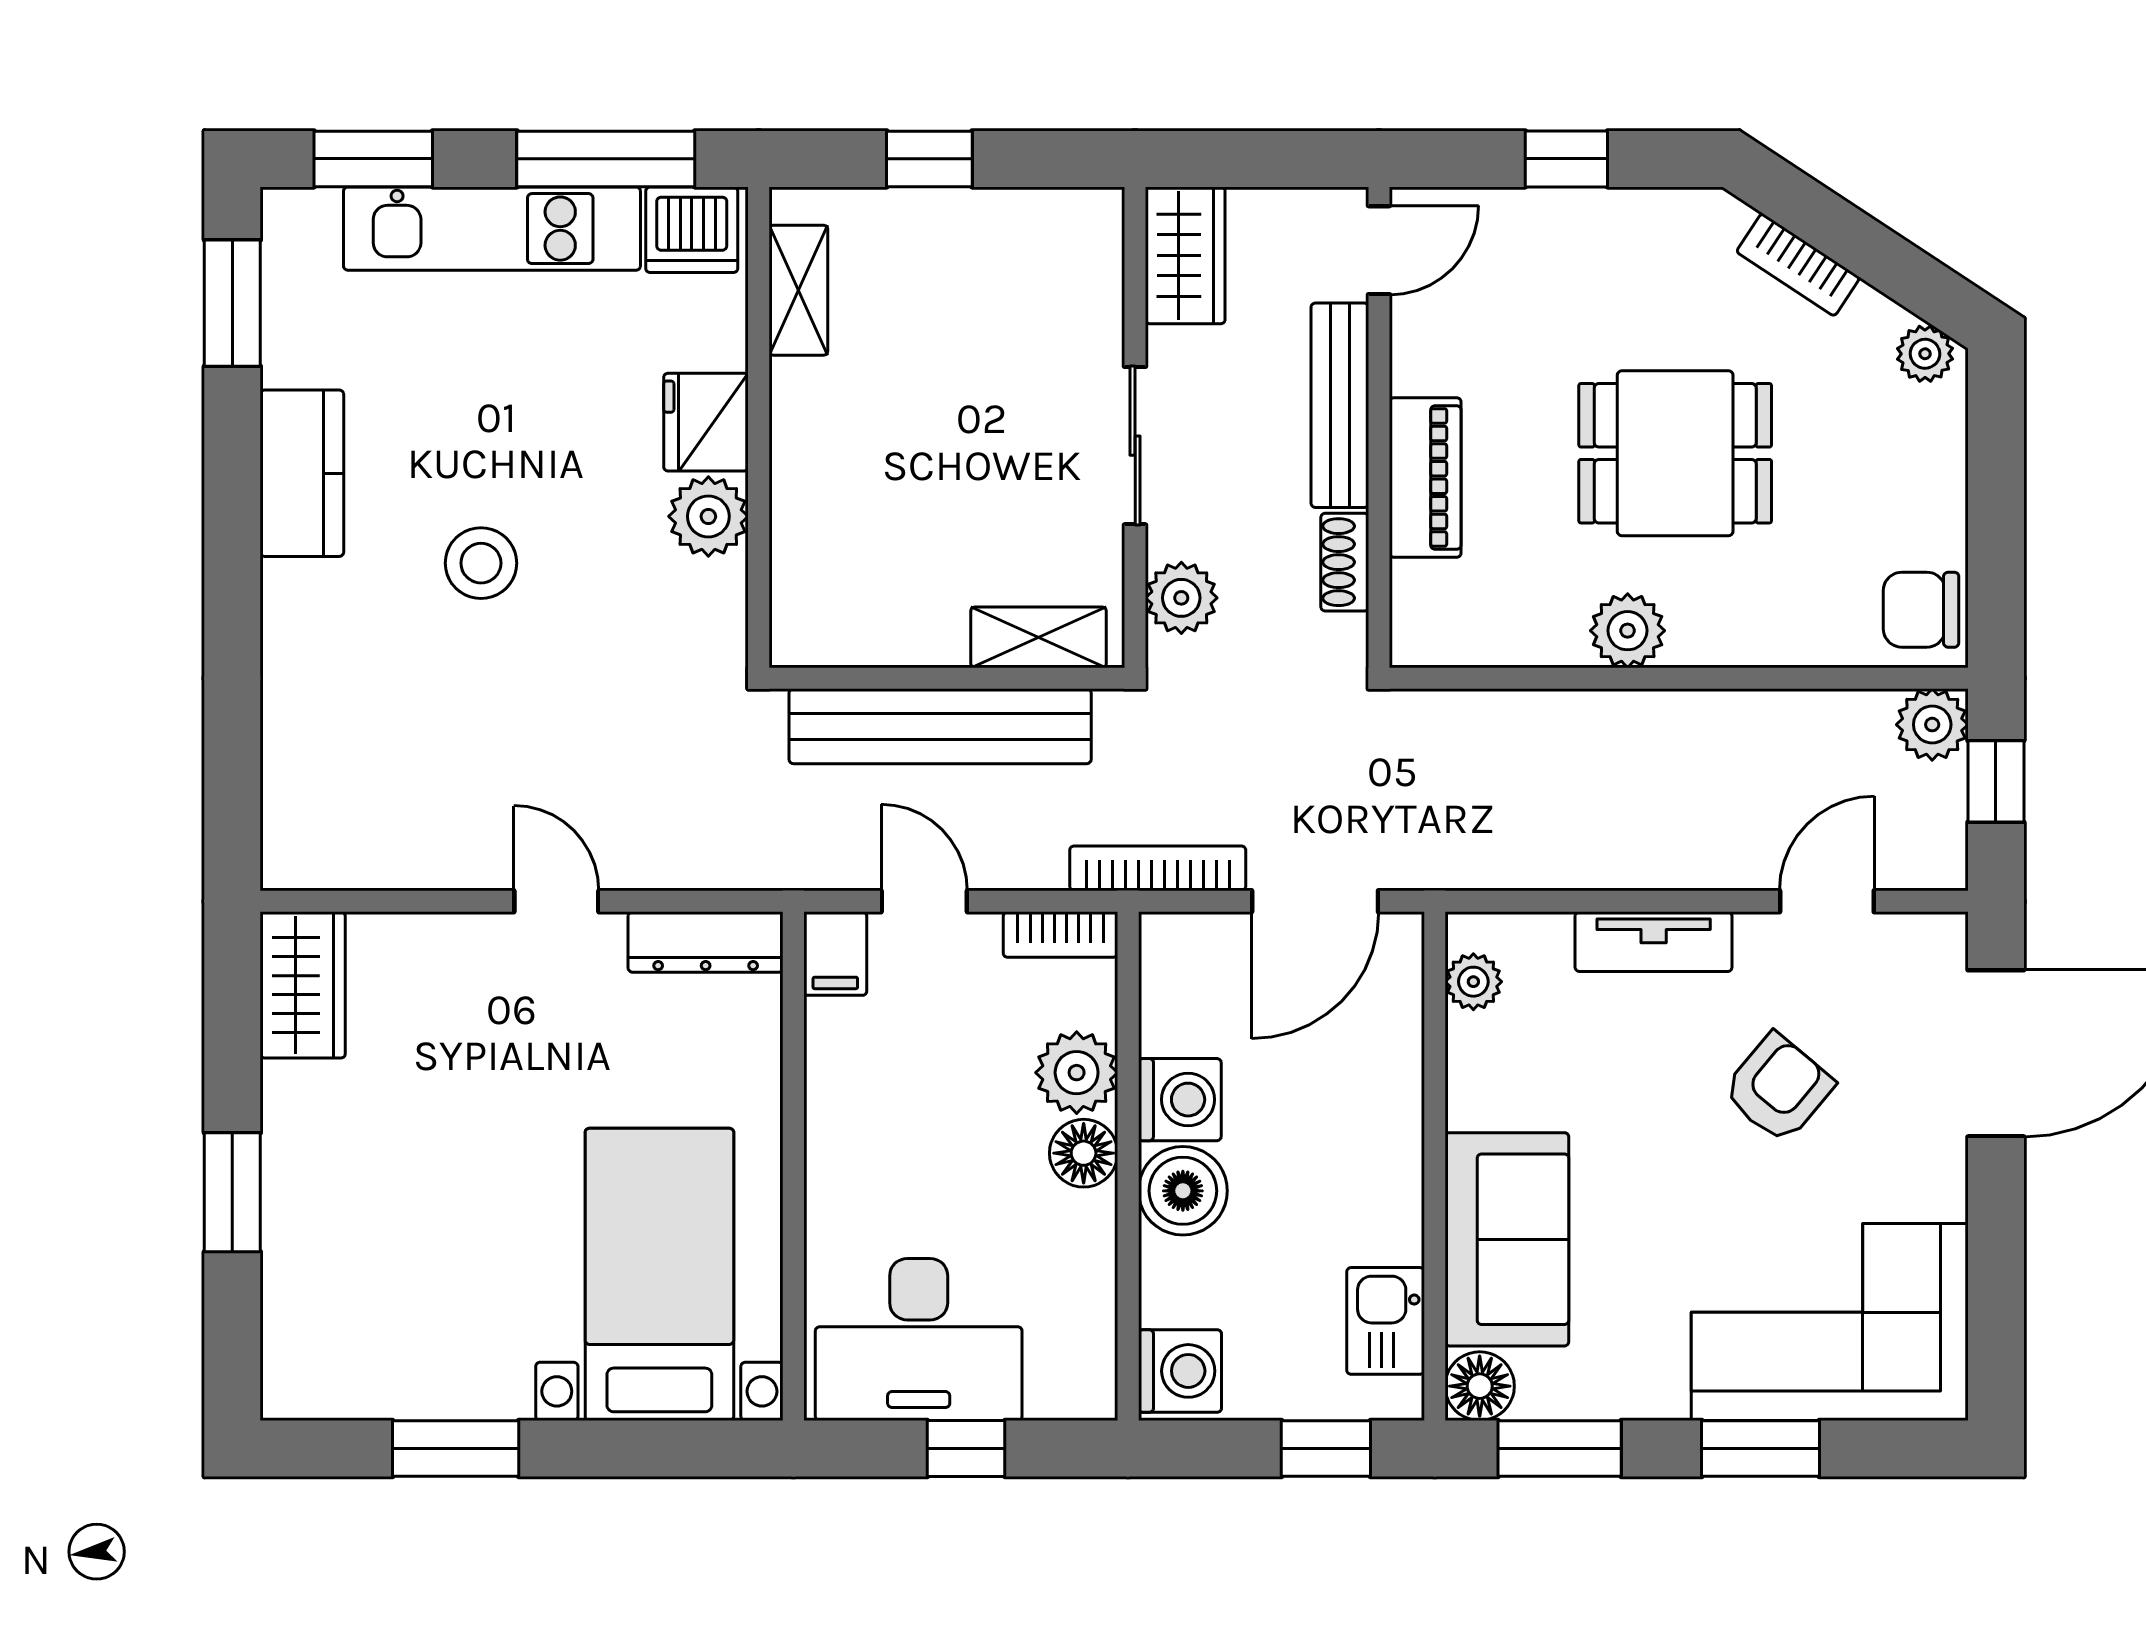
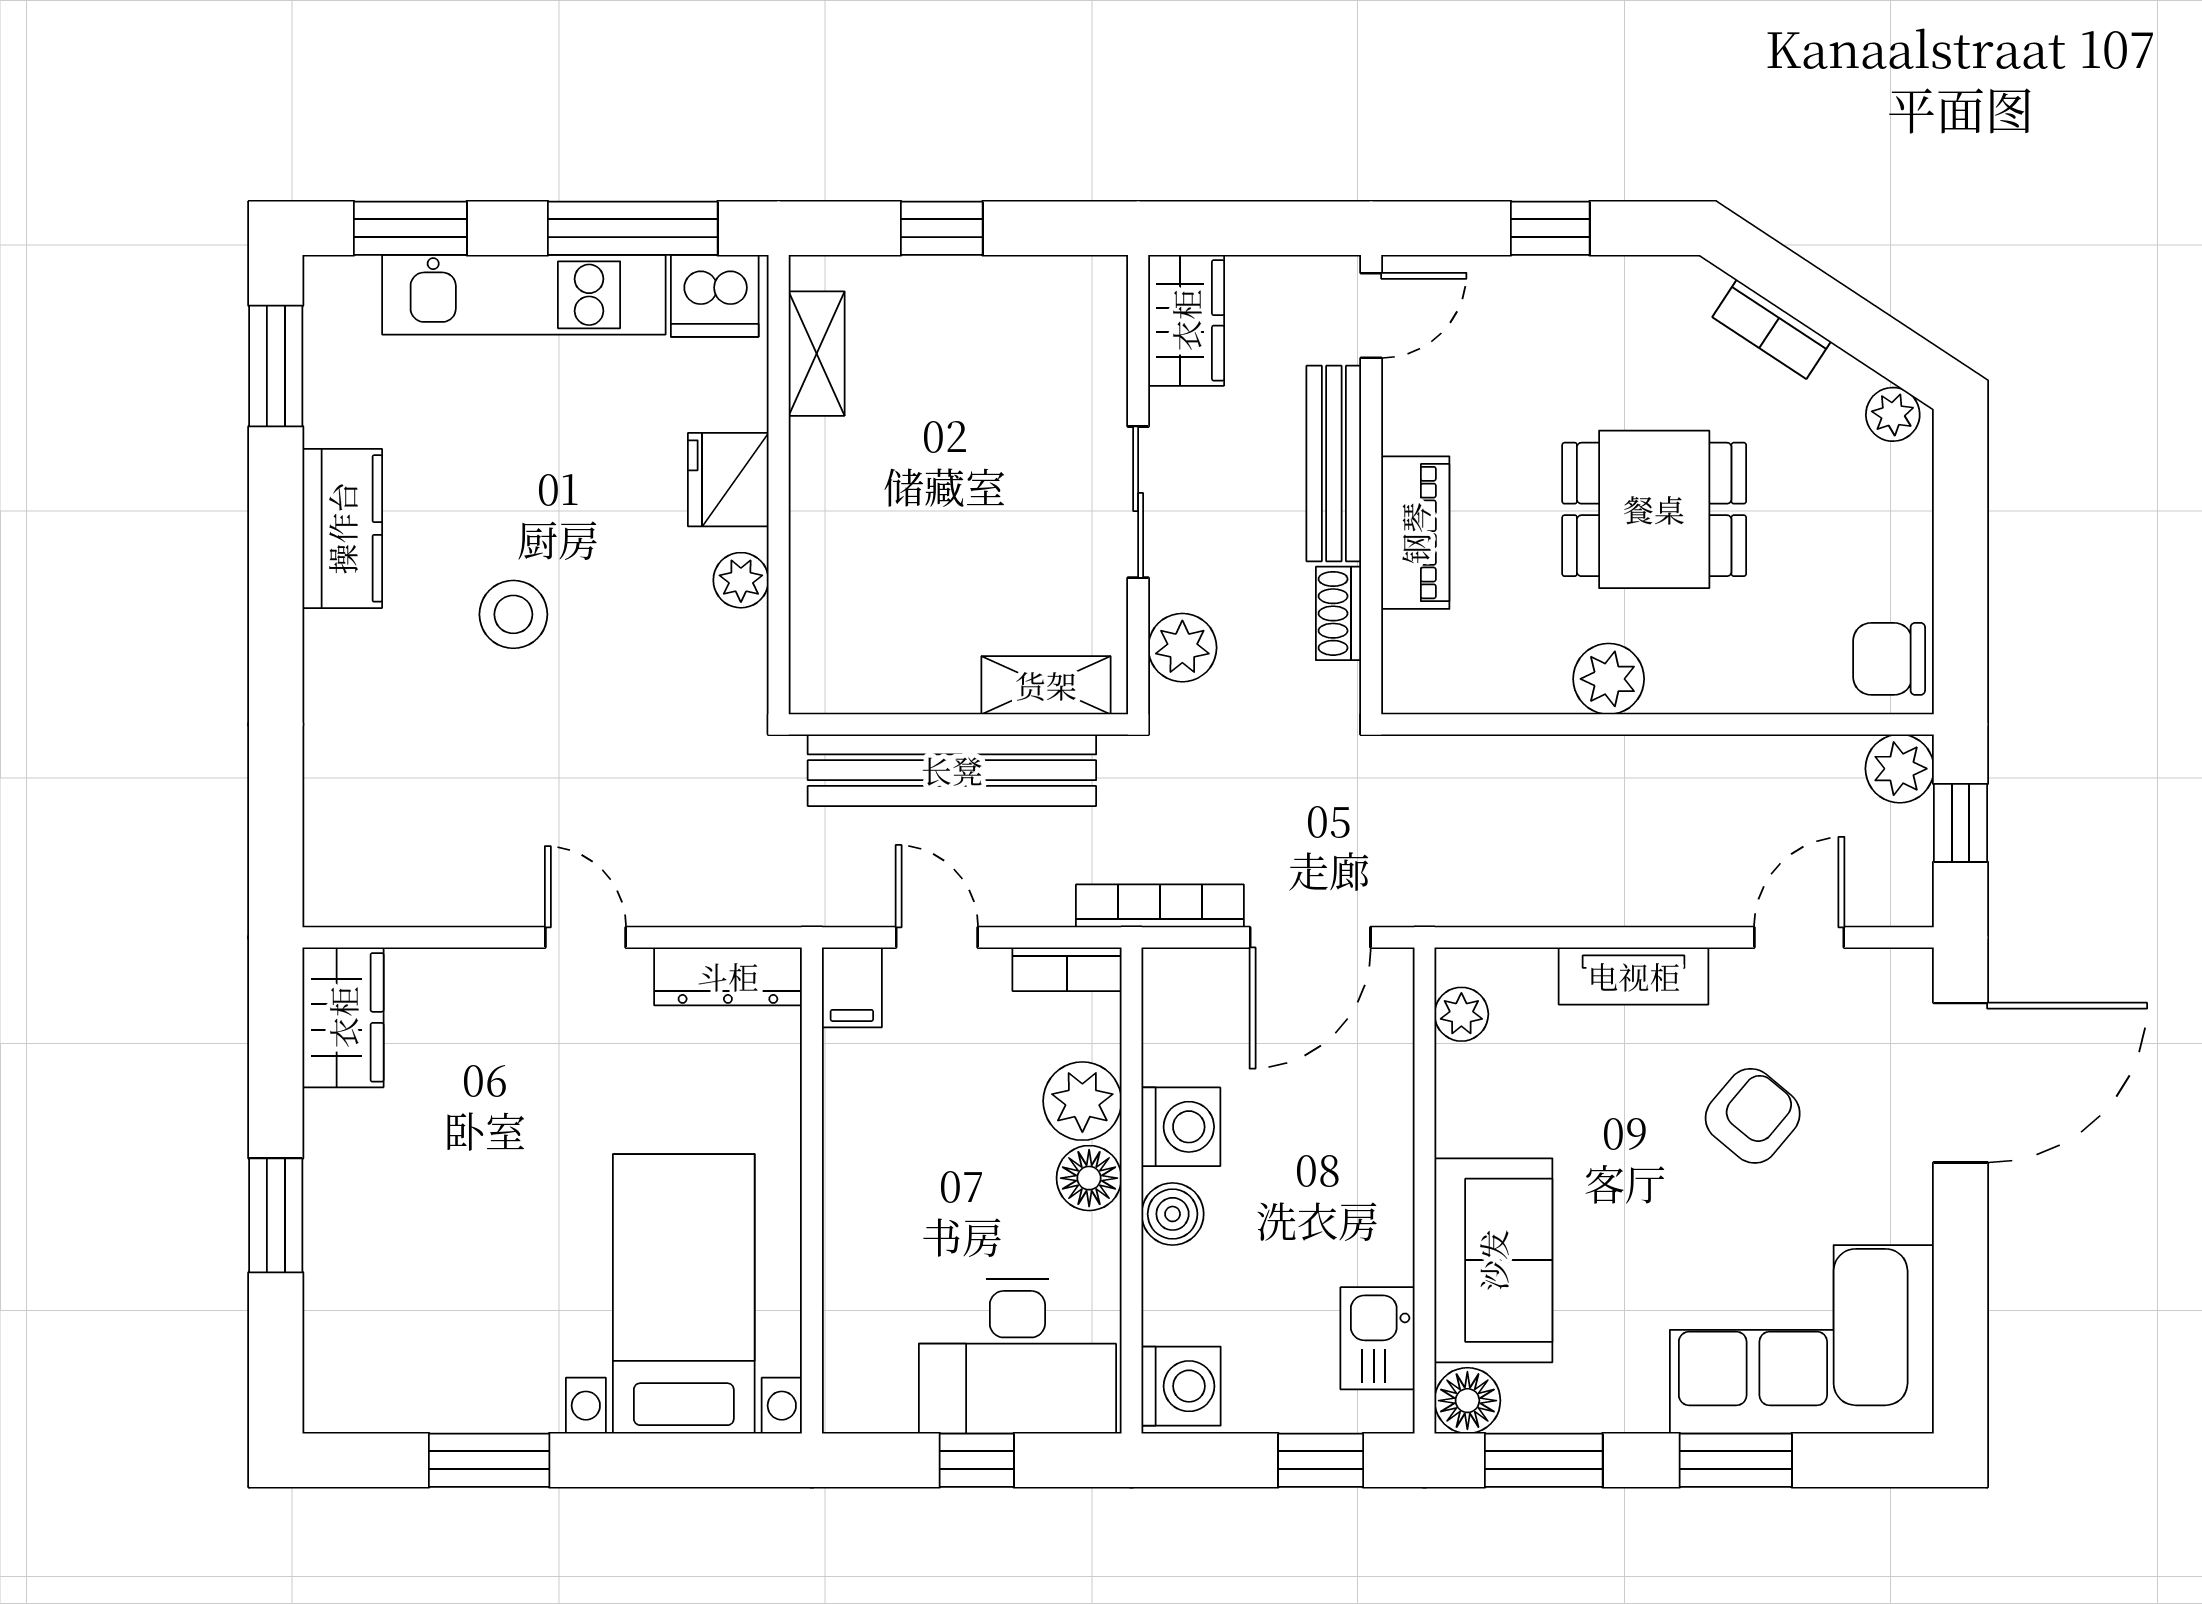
plant: (708, 516) -> (741, 580), width x0.73, depth x0.73
boiler: (1183, 1191) -> (1173, 1214), width x0.73, depth x0.73
desk: (919, 1340) -> (1017, 1356), moved

